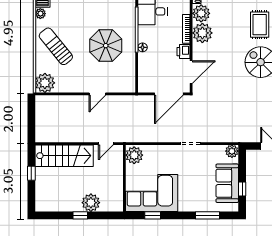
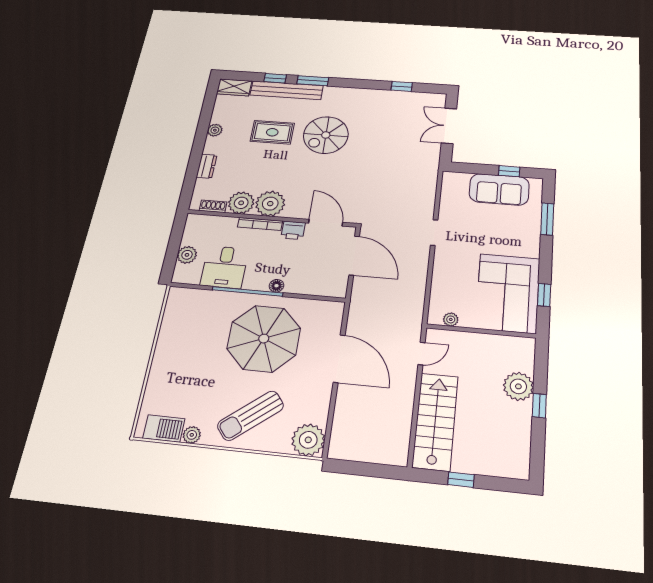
parasol: (106, 46) -> (264, 339), width x1.36, depth x1.36
door: (97, 94) -> (339, 359), width x1.88
door: (106, 144) -> (422, 354), hinge flipped
plant: (232, 151) -> (451, 180), removed
plant: (134, 155) -> (451, 319), width x0.53, depth x0.53

